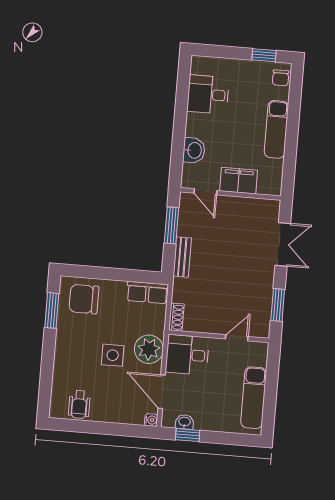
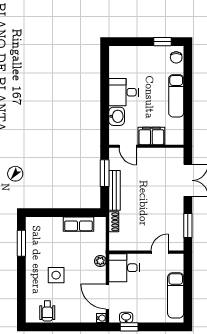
desk: (208, 94) -> (124, 92), moved
bench: (182, 257) -> (114, 190), width x1.36
row of seats: (147, 292) -> (78, 224), moved
chair: (84, 299) -> (44, 233), removed
shoe rack: (176, 317) -> (114, 222), moved
plant: (149, 349) -> (100, 261), width x0.53, depth x0.53
side table: (113, 355) -> (56, 275), moved

